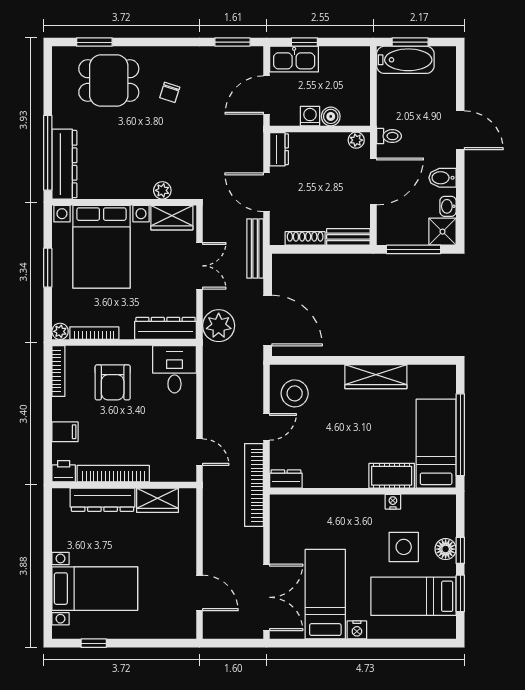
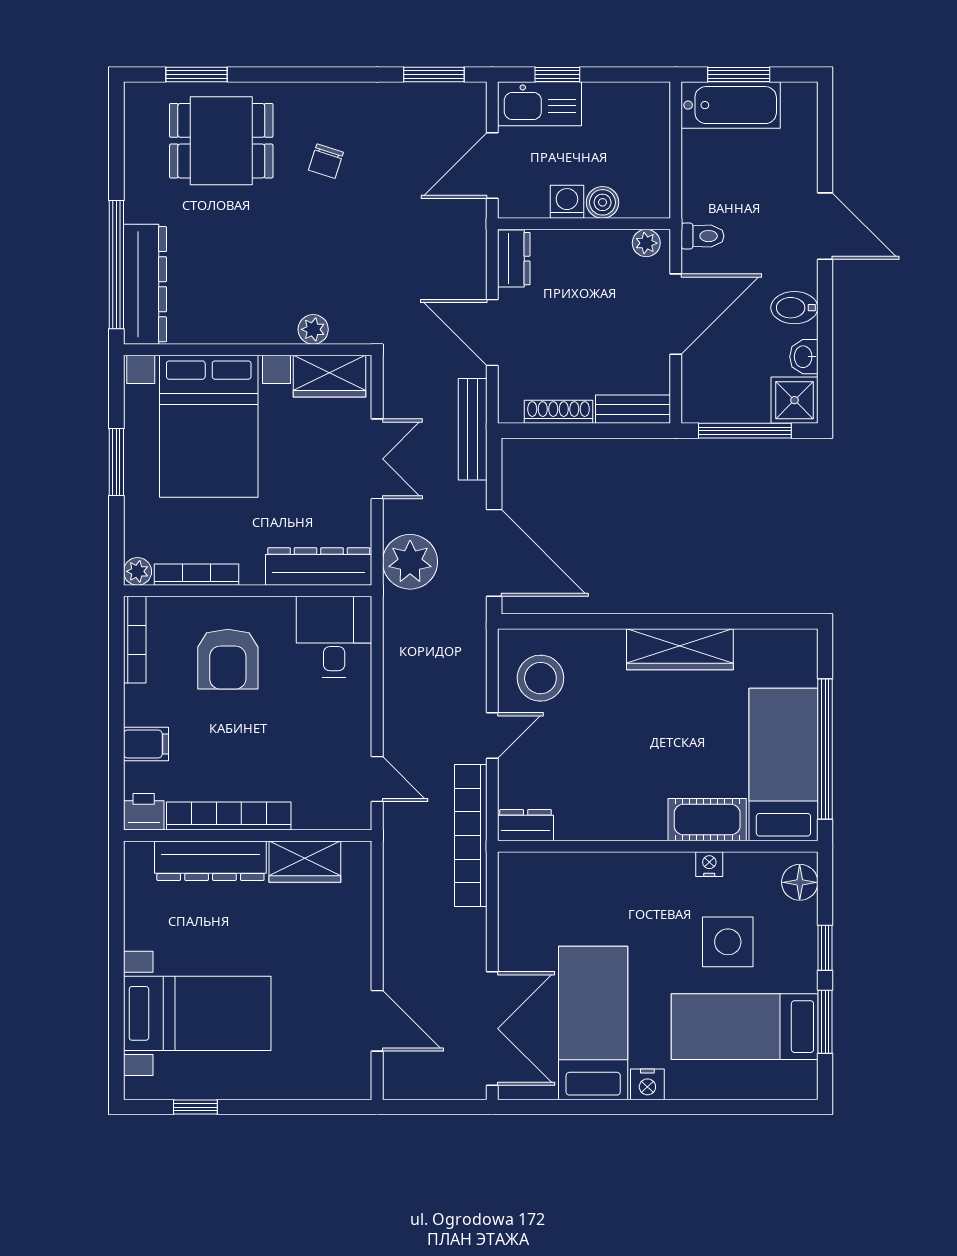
floor lamp: (446, 549) -> (800, 882), moved

